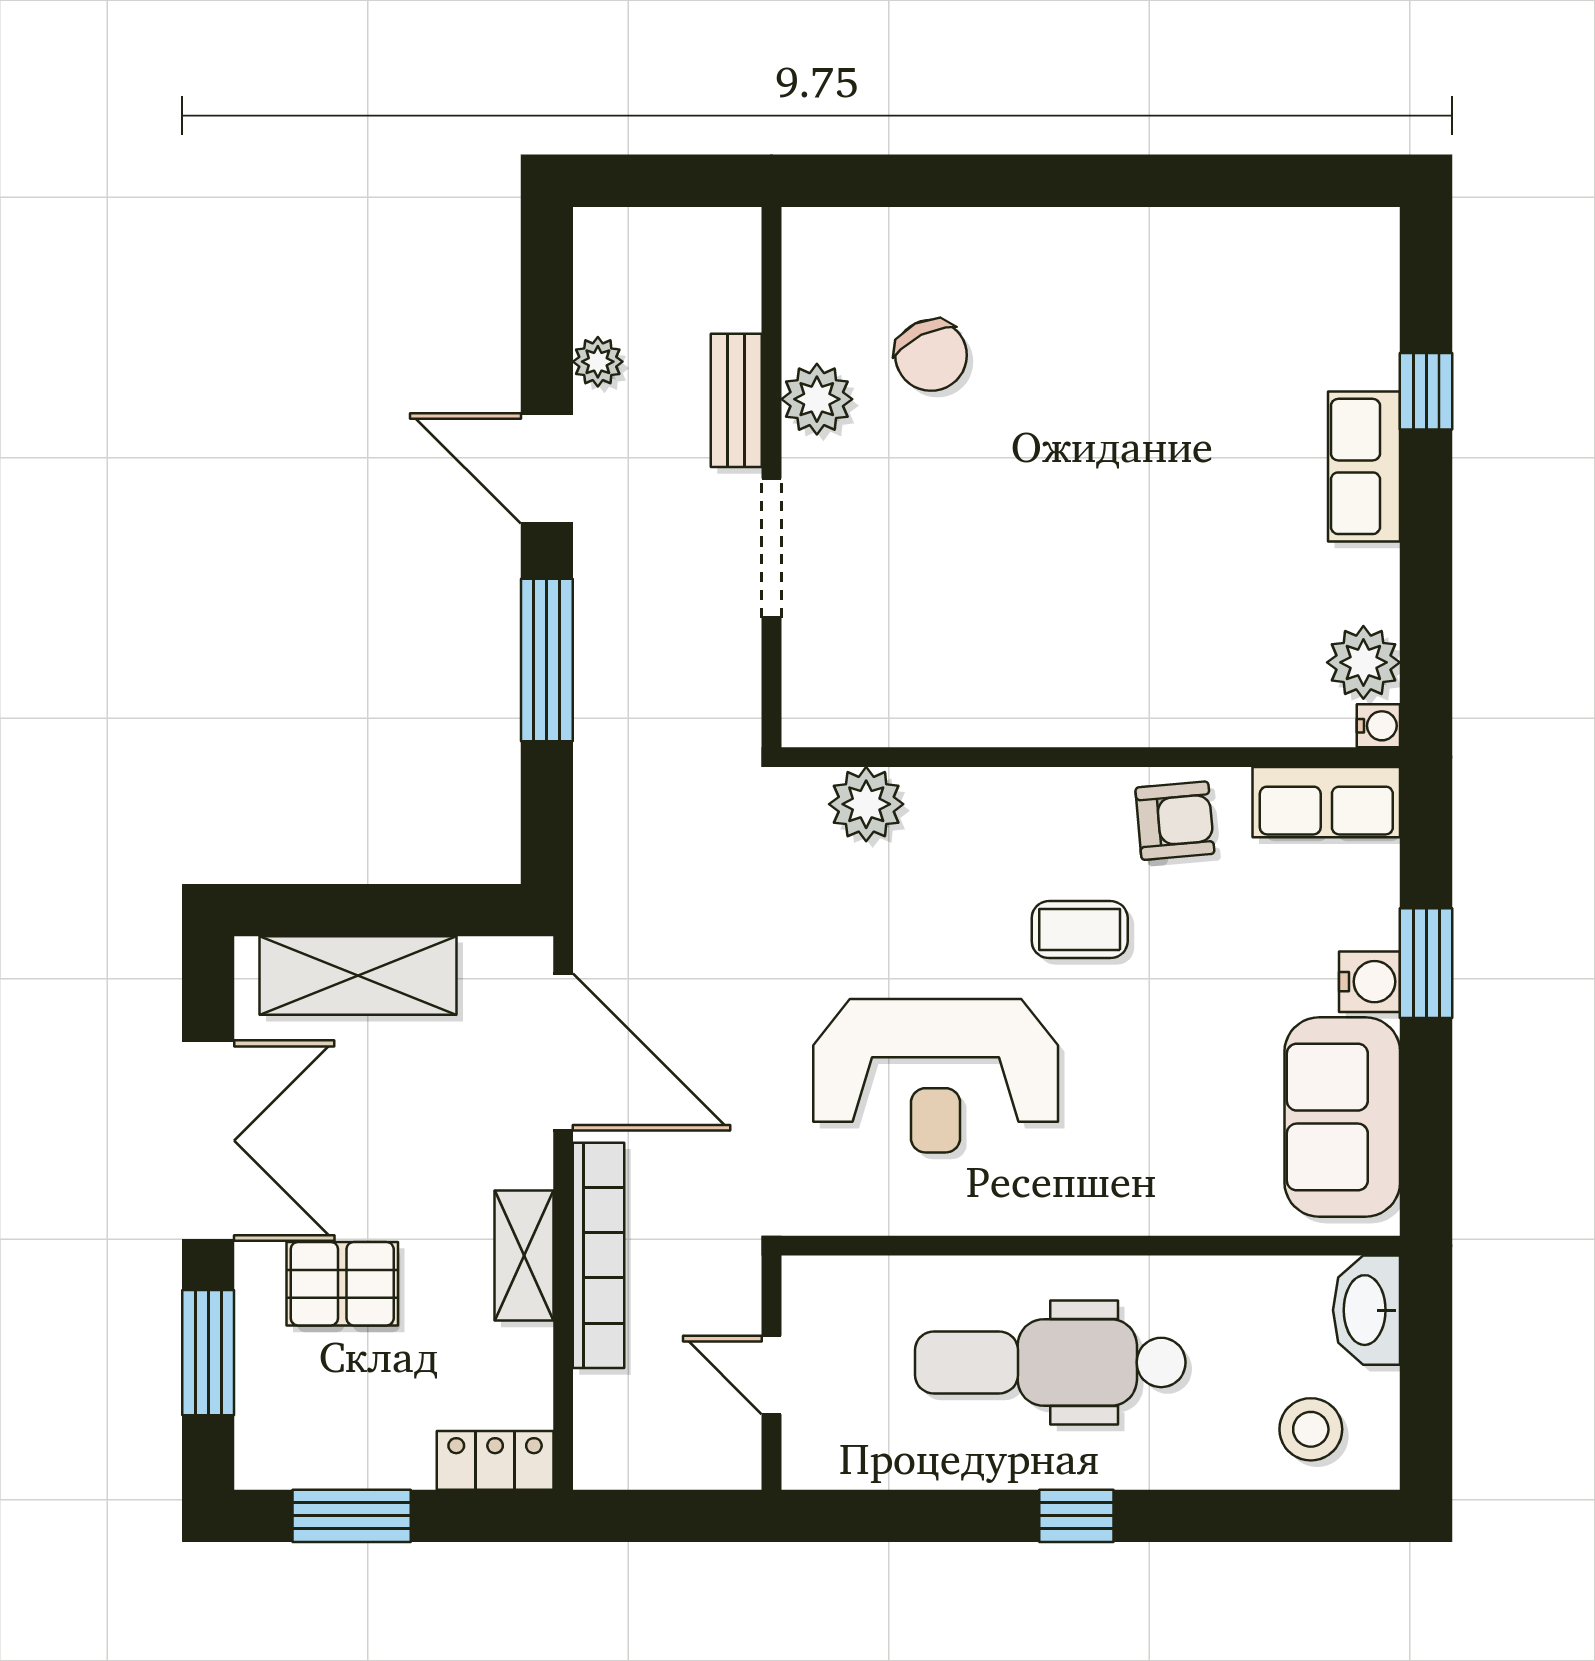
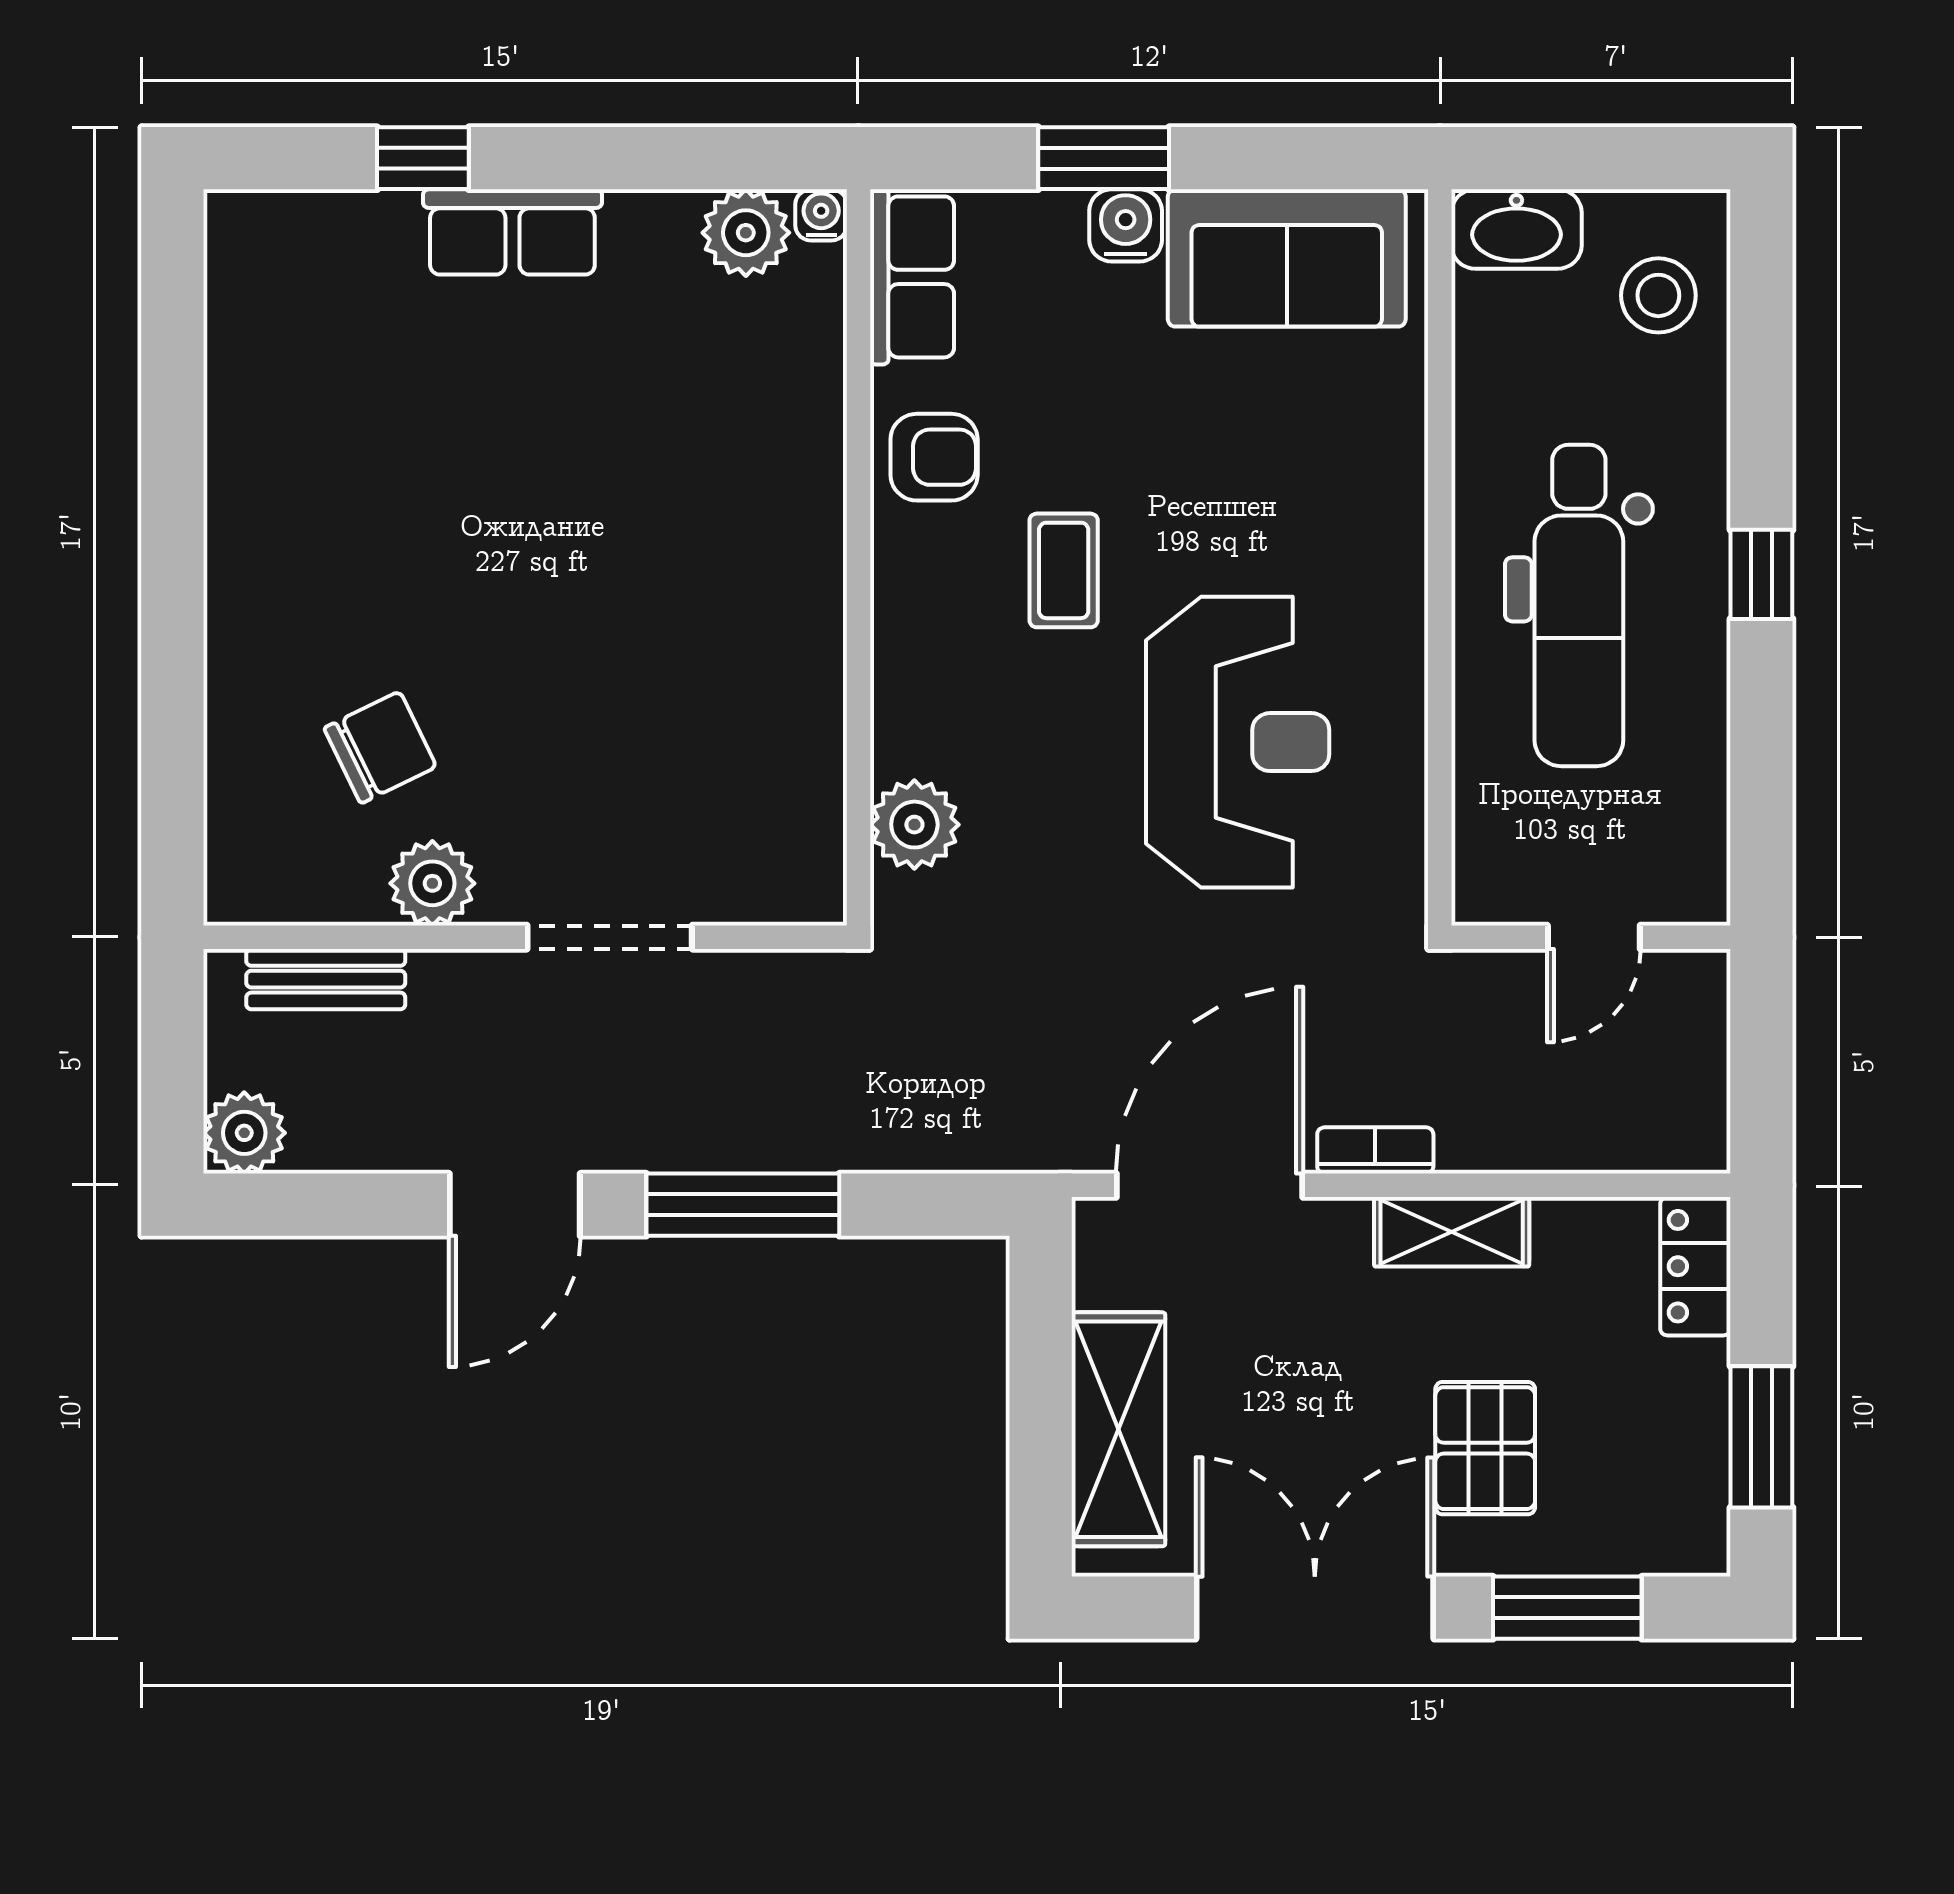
plant: (598, 362) -> (244, 1133), moved, width x1.38, depth x1.38
bench: (736, 400) -> (326, 979), moved
armchair: (1175, 821) -> (934, 457), turned 95
bookcase: (598, 1255) -> (1375, 1150), width x0.43, depth x0.76

